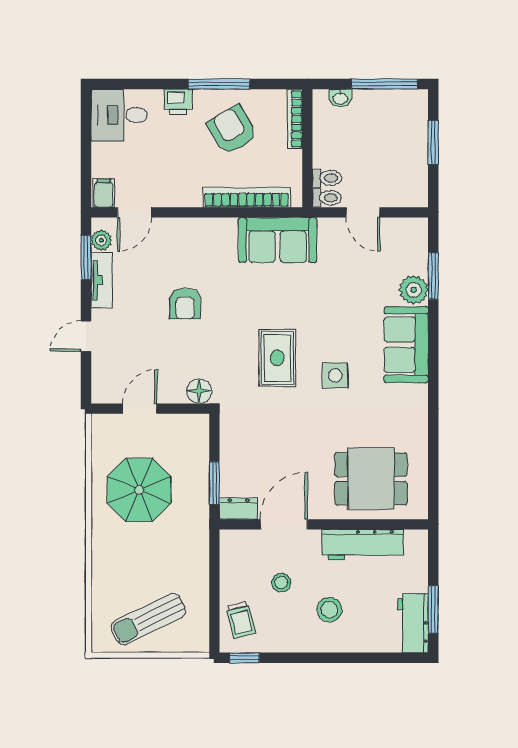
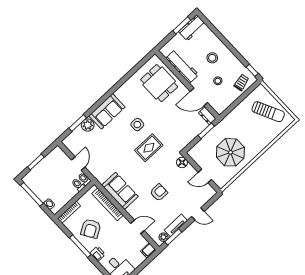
door: (135, 212) -> (138, 227), moved
sofa: (278, 240) -> (120, 191), moved

